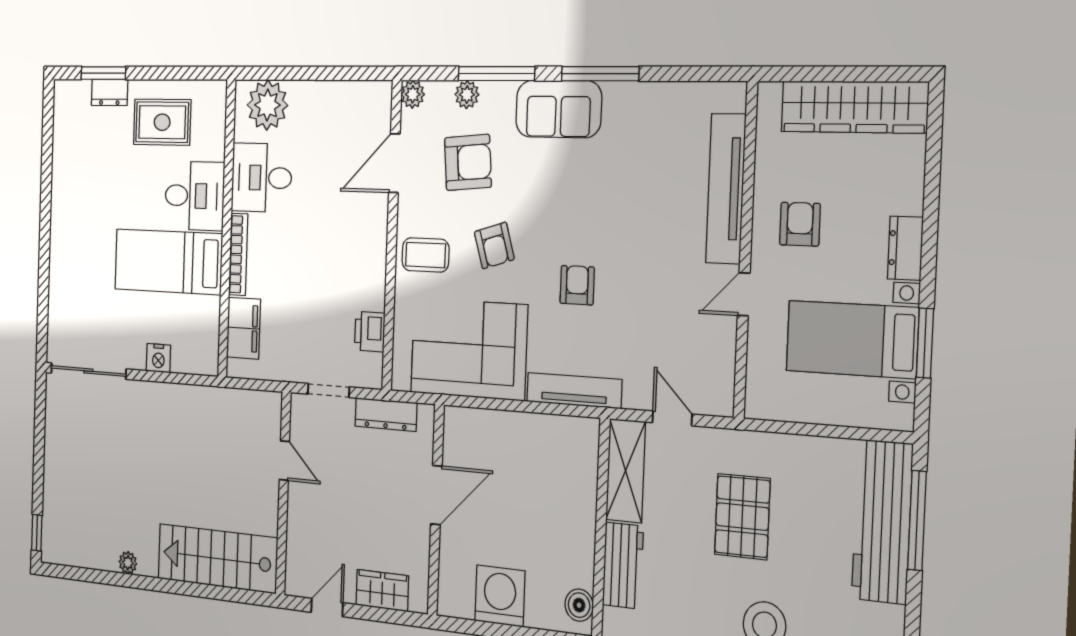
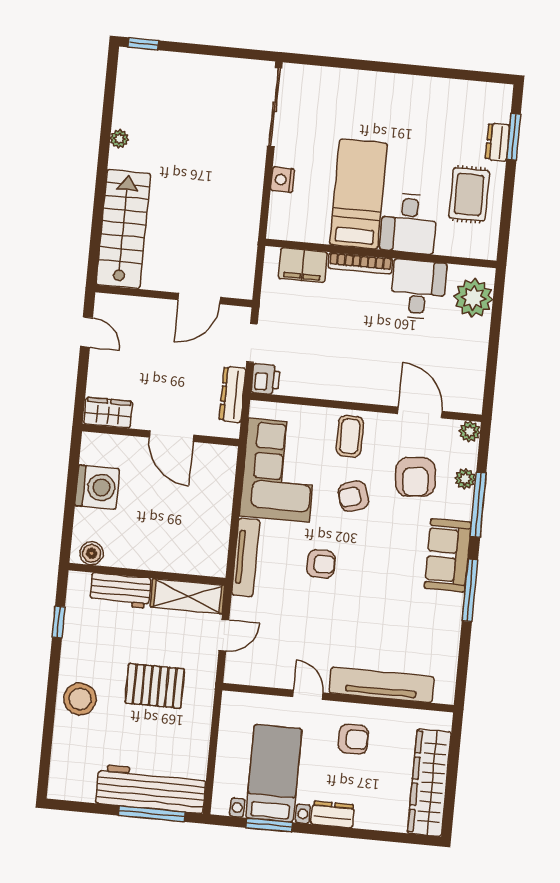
printer: (370, 332) -> (266, 379), moved, turned 90
door: (284, 461) -> (199, 298), width x1.38
wardrobe: (382, 590) -> (108, 413), moved, turned -90

